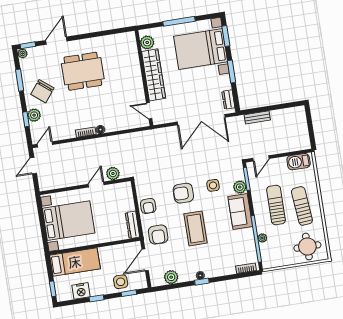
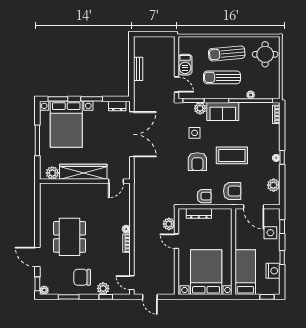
chair: (42, 91) -> (82, 277), turned 141
bench: (257, 117) -> (138, 69), moved
barbecue: (299, 162) -> (185, 65), moved
dresser: (132, 225) -> (199, 213), moved

